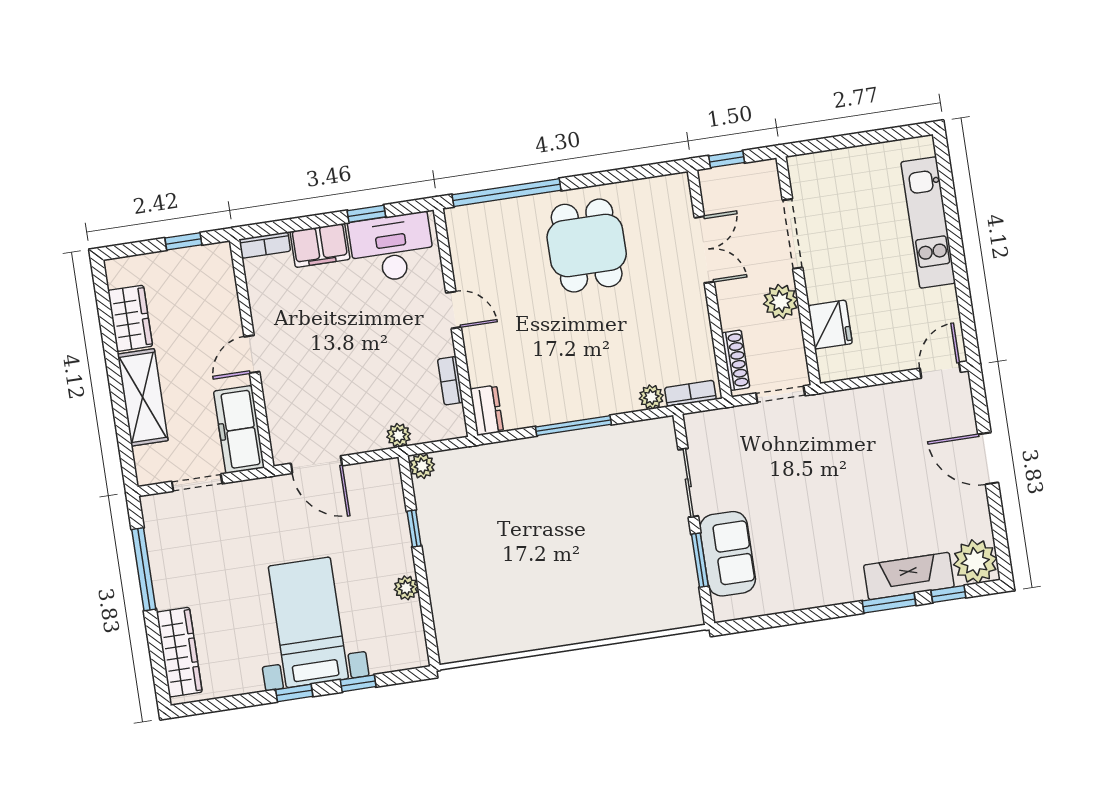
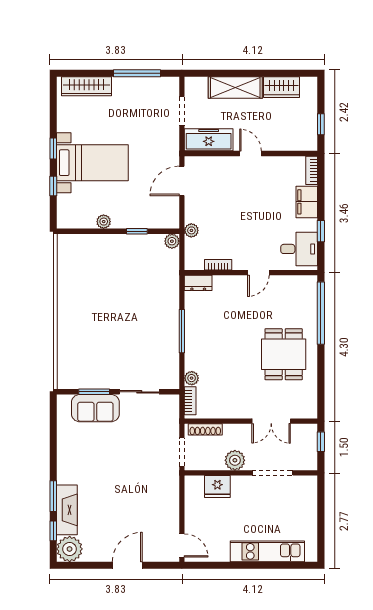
dining table: (587, 246) -> (284, 354), turned 90
desk: (392, 248) -> (299, 249), width x0.73

